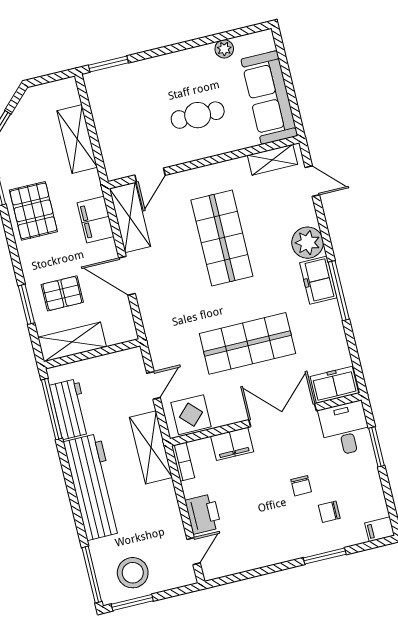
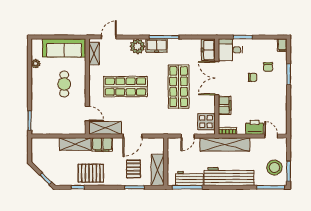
shelving: (77, 139) -> (75, 144), moved
door: (154, 385) -> (188, 136), swing flipped
shelving: (151, 447) -> (225, 144), width x1.47

